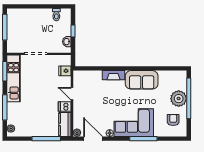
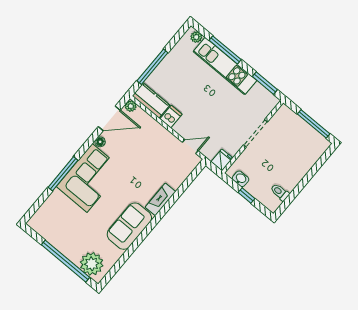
fridge: (65, 71) -> (222, 160), moved
kitchen unit: (13, 78) -> (225, 66), moved
door: (72, 94) -> (190, 147), moved
plant: (179, 99) -> (92, 264), moved
armchair: (173, 120) -> (56, 224), removed

